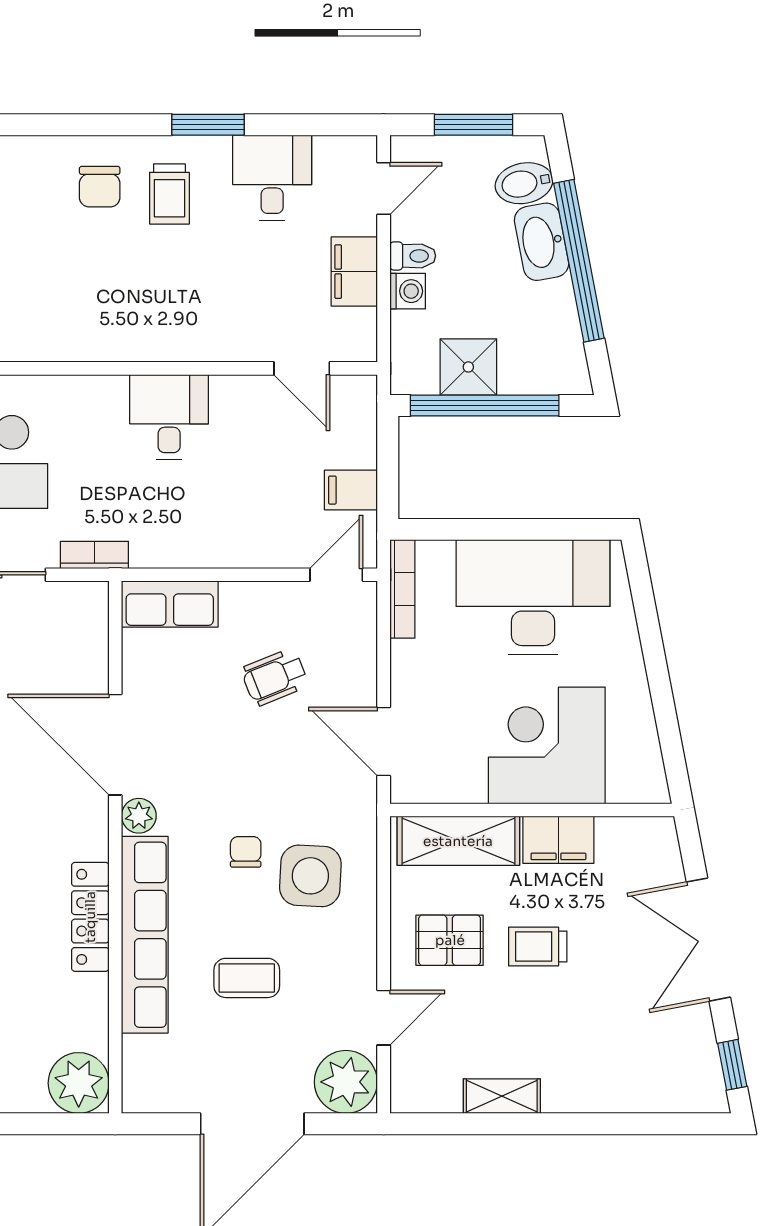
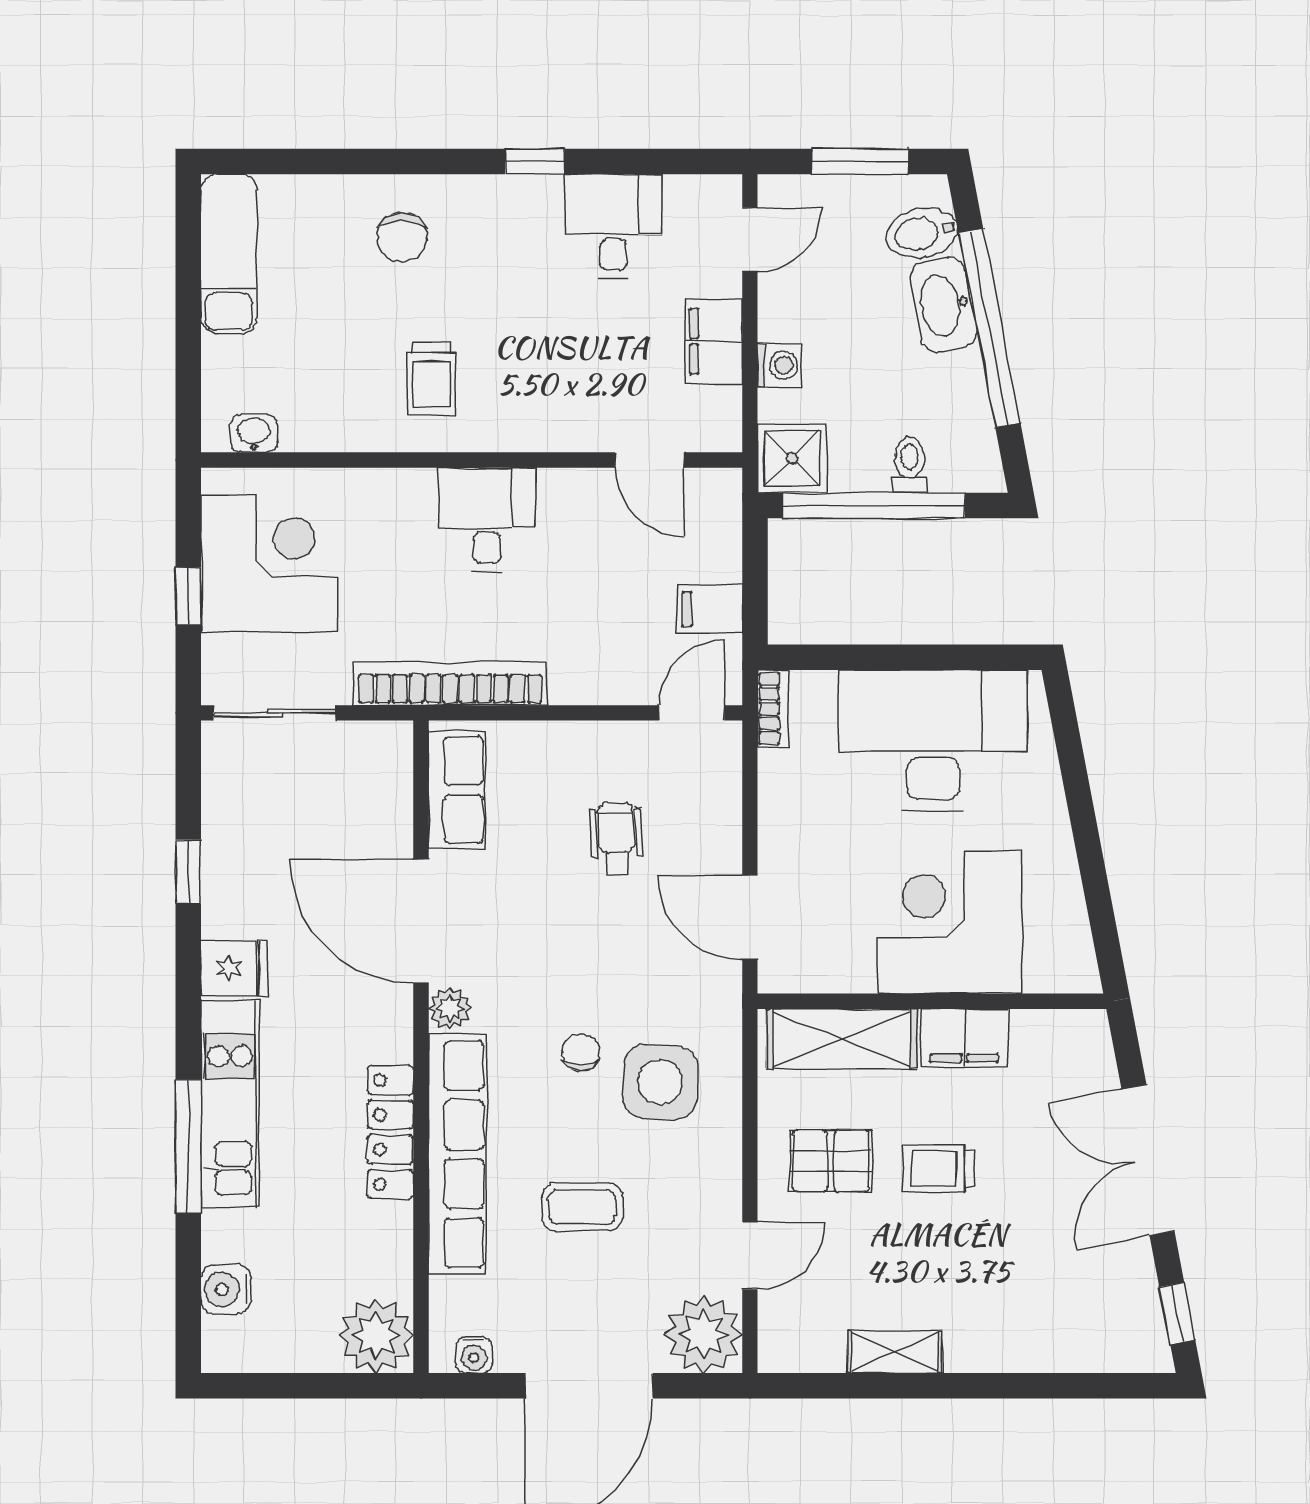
window: (208, 125) -> (535, 161), width x0.67
trolley: (169, 194) -> (432, 379), moved
toilet: (413, 256) -> (910, 465), moved, turned -90
shower: (468, 367) -> (792, 458), moved
bookcase: (94, 555) -> (450, 683), width x2.31, depth x1.31
bookcase: (402, 589) -> (773, 709), width x0.64
row of seats: (170, 604) -> (457, 790), moved, turned -90
wheelchair: (275, 677) -> (616, 838), turned 110
water cooler: (159, 1099) -> (474, 1355), added

